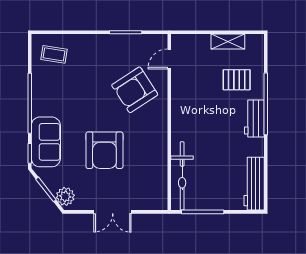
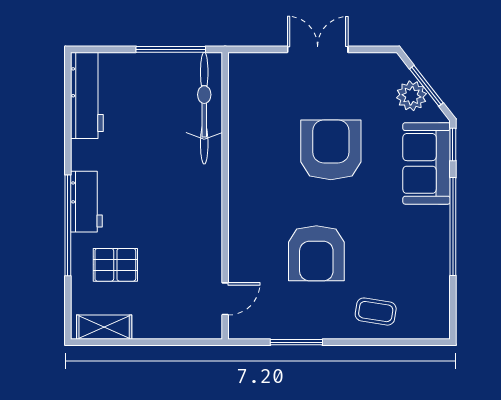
shelving: (228, 42) -> (104, 327), moved
coffee table: (54, 54) -> (376, 312), moved
armchair: (135, 90) -> (316, 253), moved, turned 123
plant: (65, 196) -> (411, 96), moved

